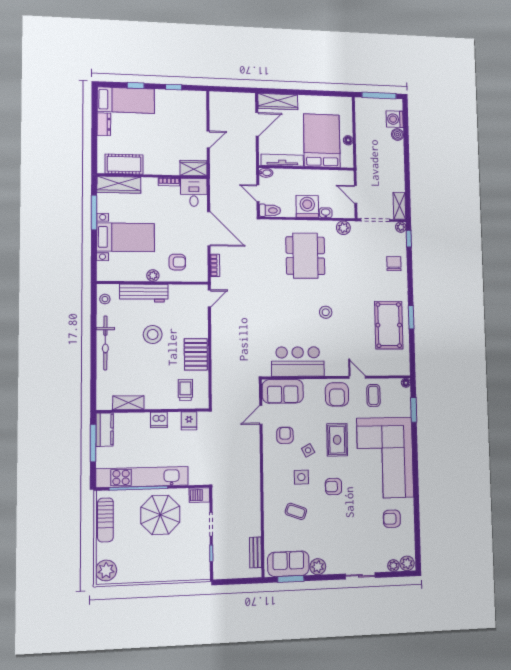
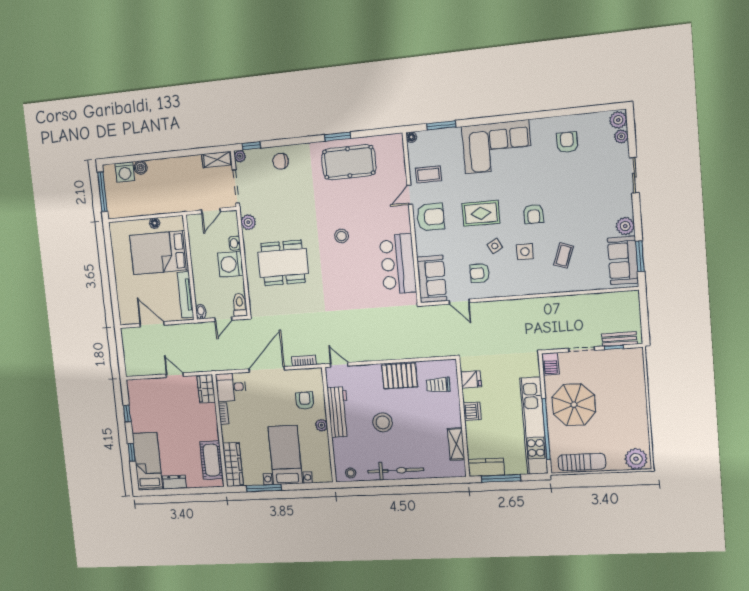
wardrobe: (278, 102) -> (125, 303), removed
workbench: (144, 293) -> (338, 412), moved
corner sofa: (385, 458) -> (497, 147), width x0.73, depth x0.74
armchair: (392, 519) -> (567, 142), turned 180
bench: (255, 552) -> (619, 339), moved

